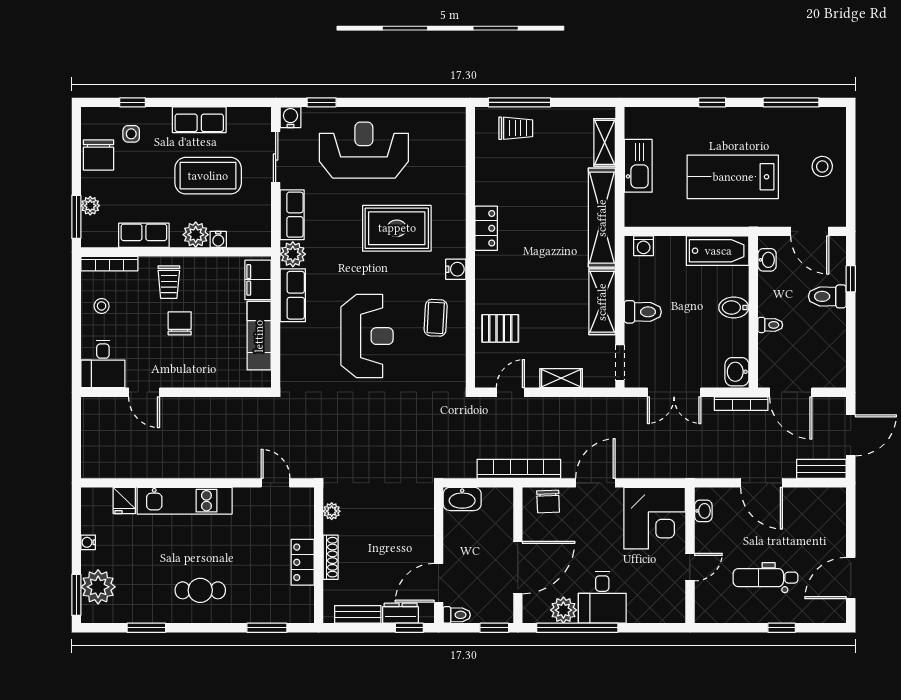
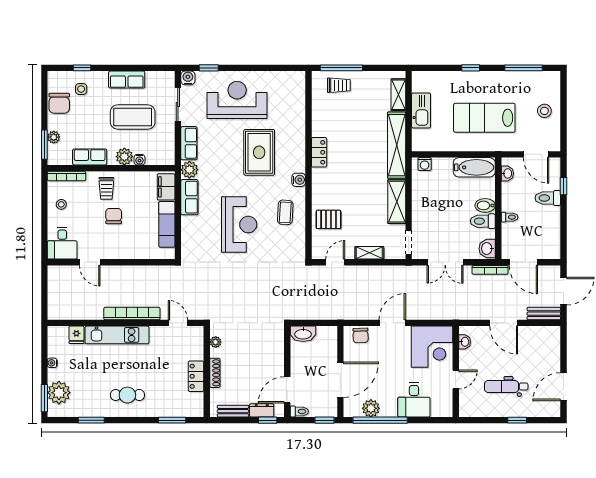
rug: (397, 228) -> (259, 152), turned 90
toilet: (643, 312) -> (483, 221), moved, turned 180
bookcase: (519, 469) -> (132, 314), moved
desk: (602, 597) -> (414, 400), moved

